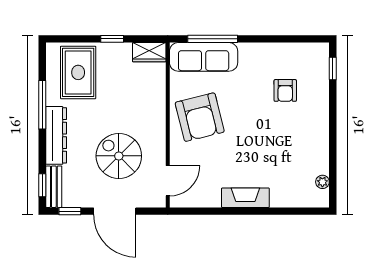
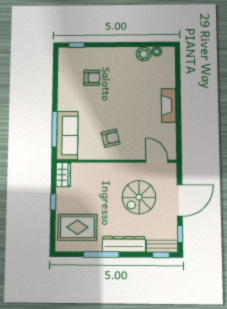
armchair: (200, 117) -> (111, 138), width x0.53, depth x0.53
plant: (319, 163) -> (144, 54), added

